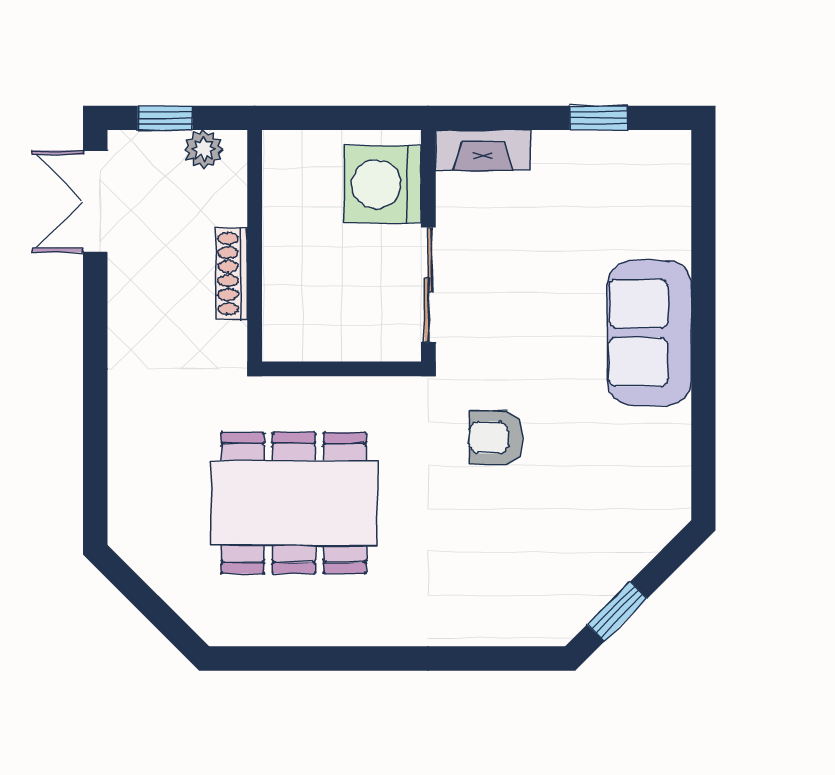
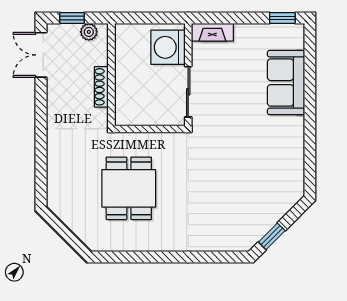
window: (599, 118) -> (282, 18), moved
sofa: (649, 333) -> (286, 83), moved
armchair: (496, 437) -> (218, 159), removed
dining table: (294, 503) -> (129, 188), width x0.73

